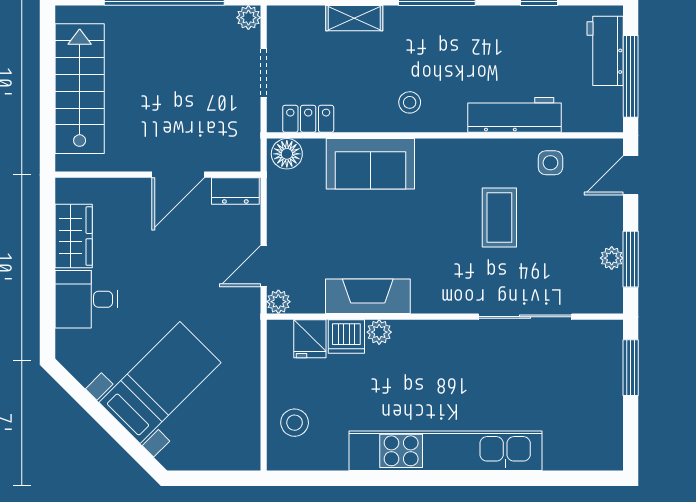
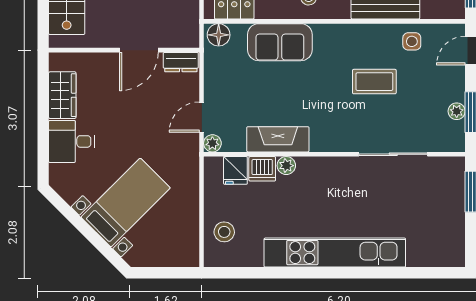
coffee table: (499, 218) -> (374, 82), turned 90

